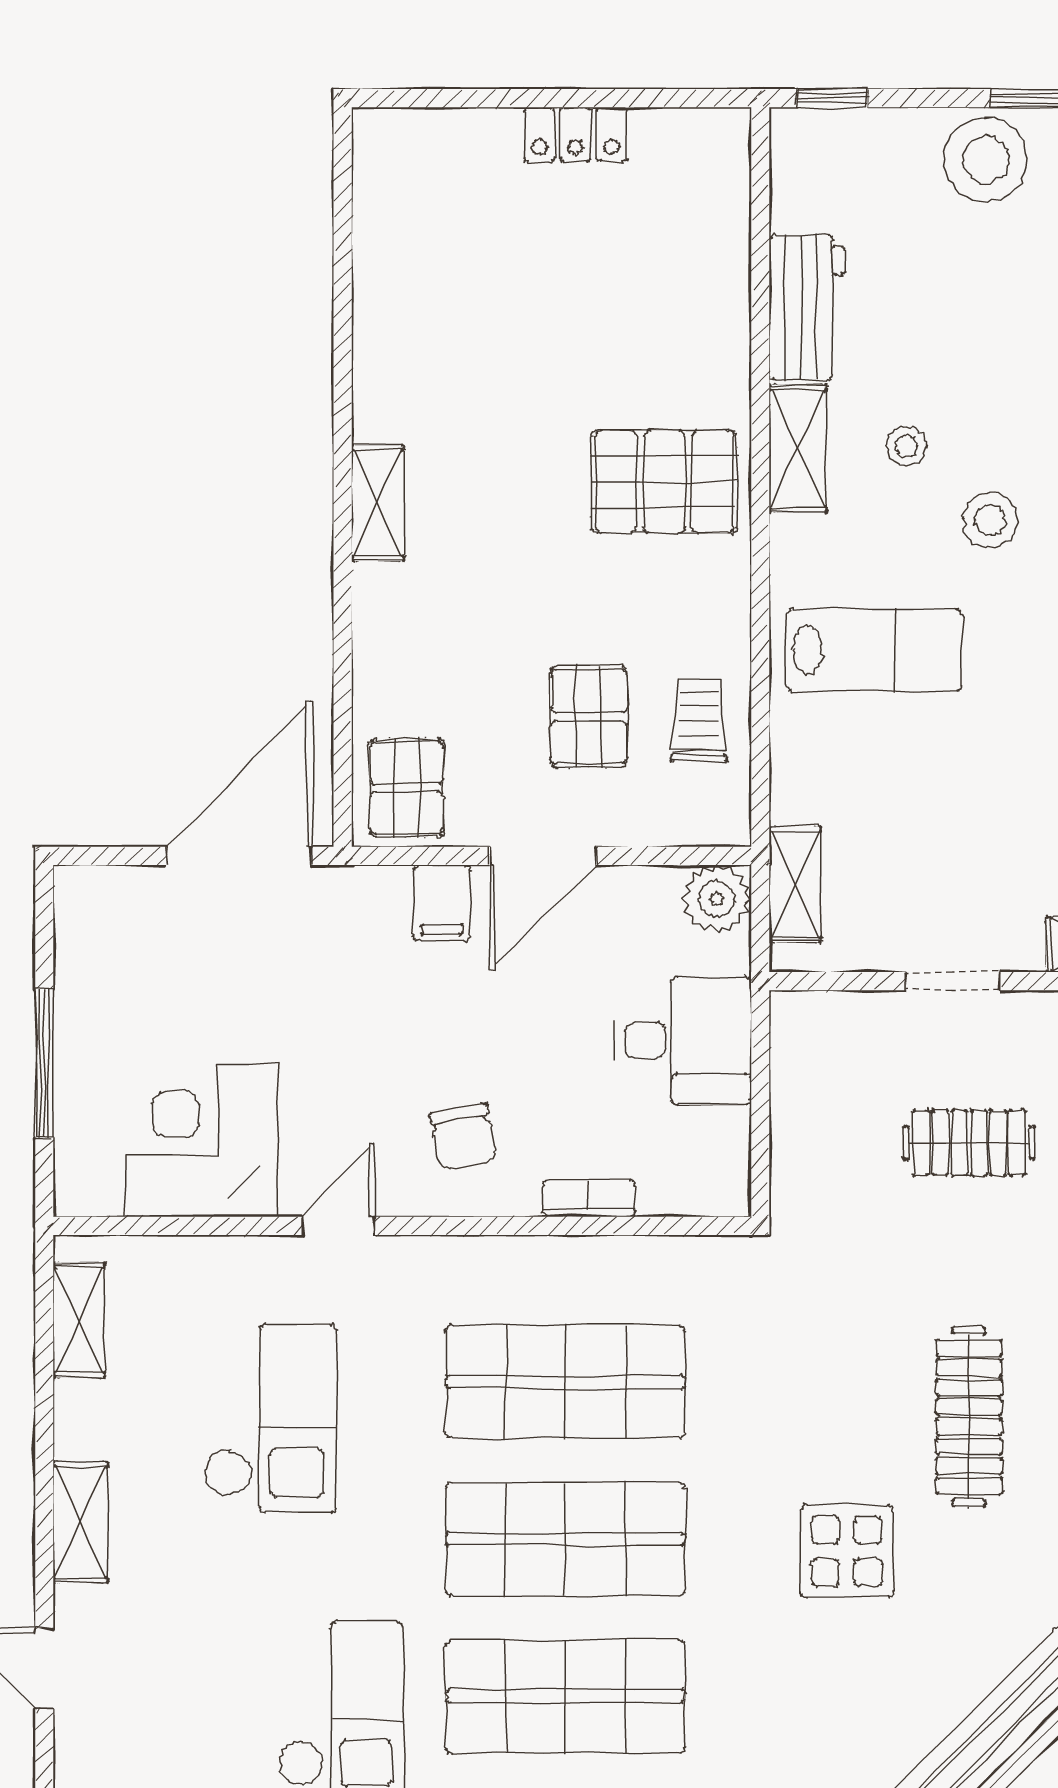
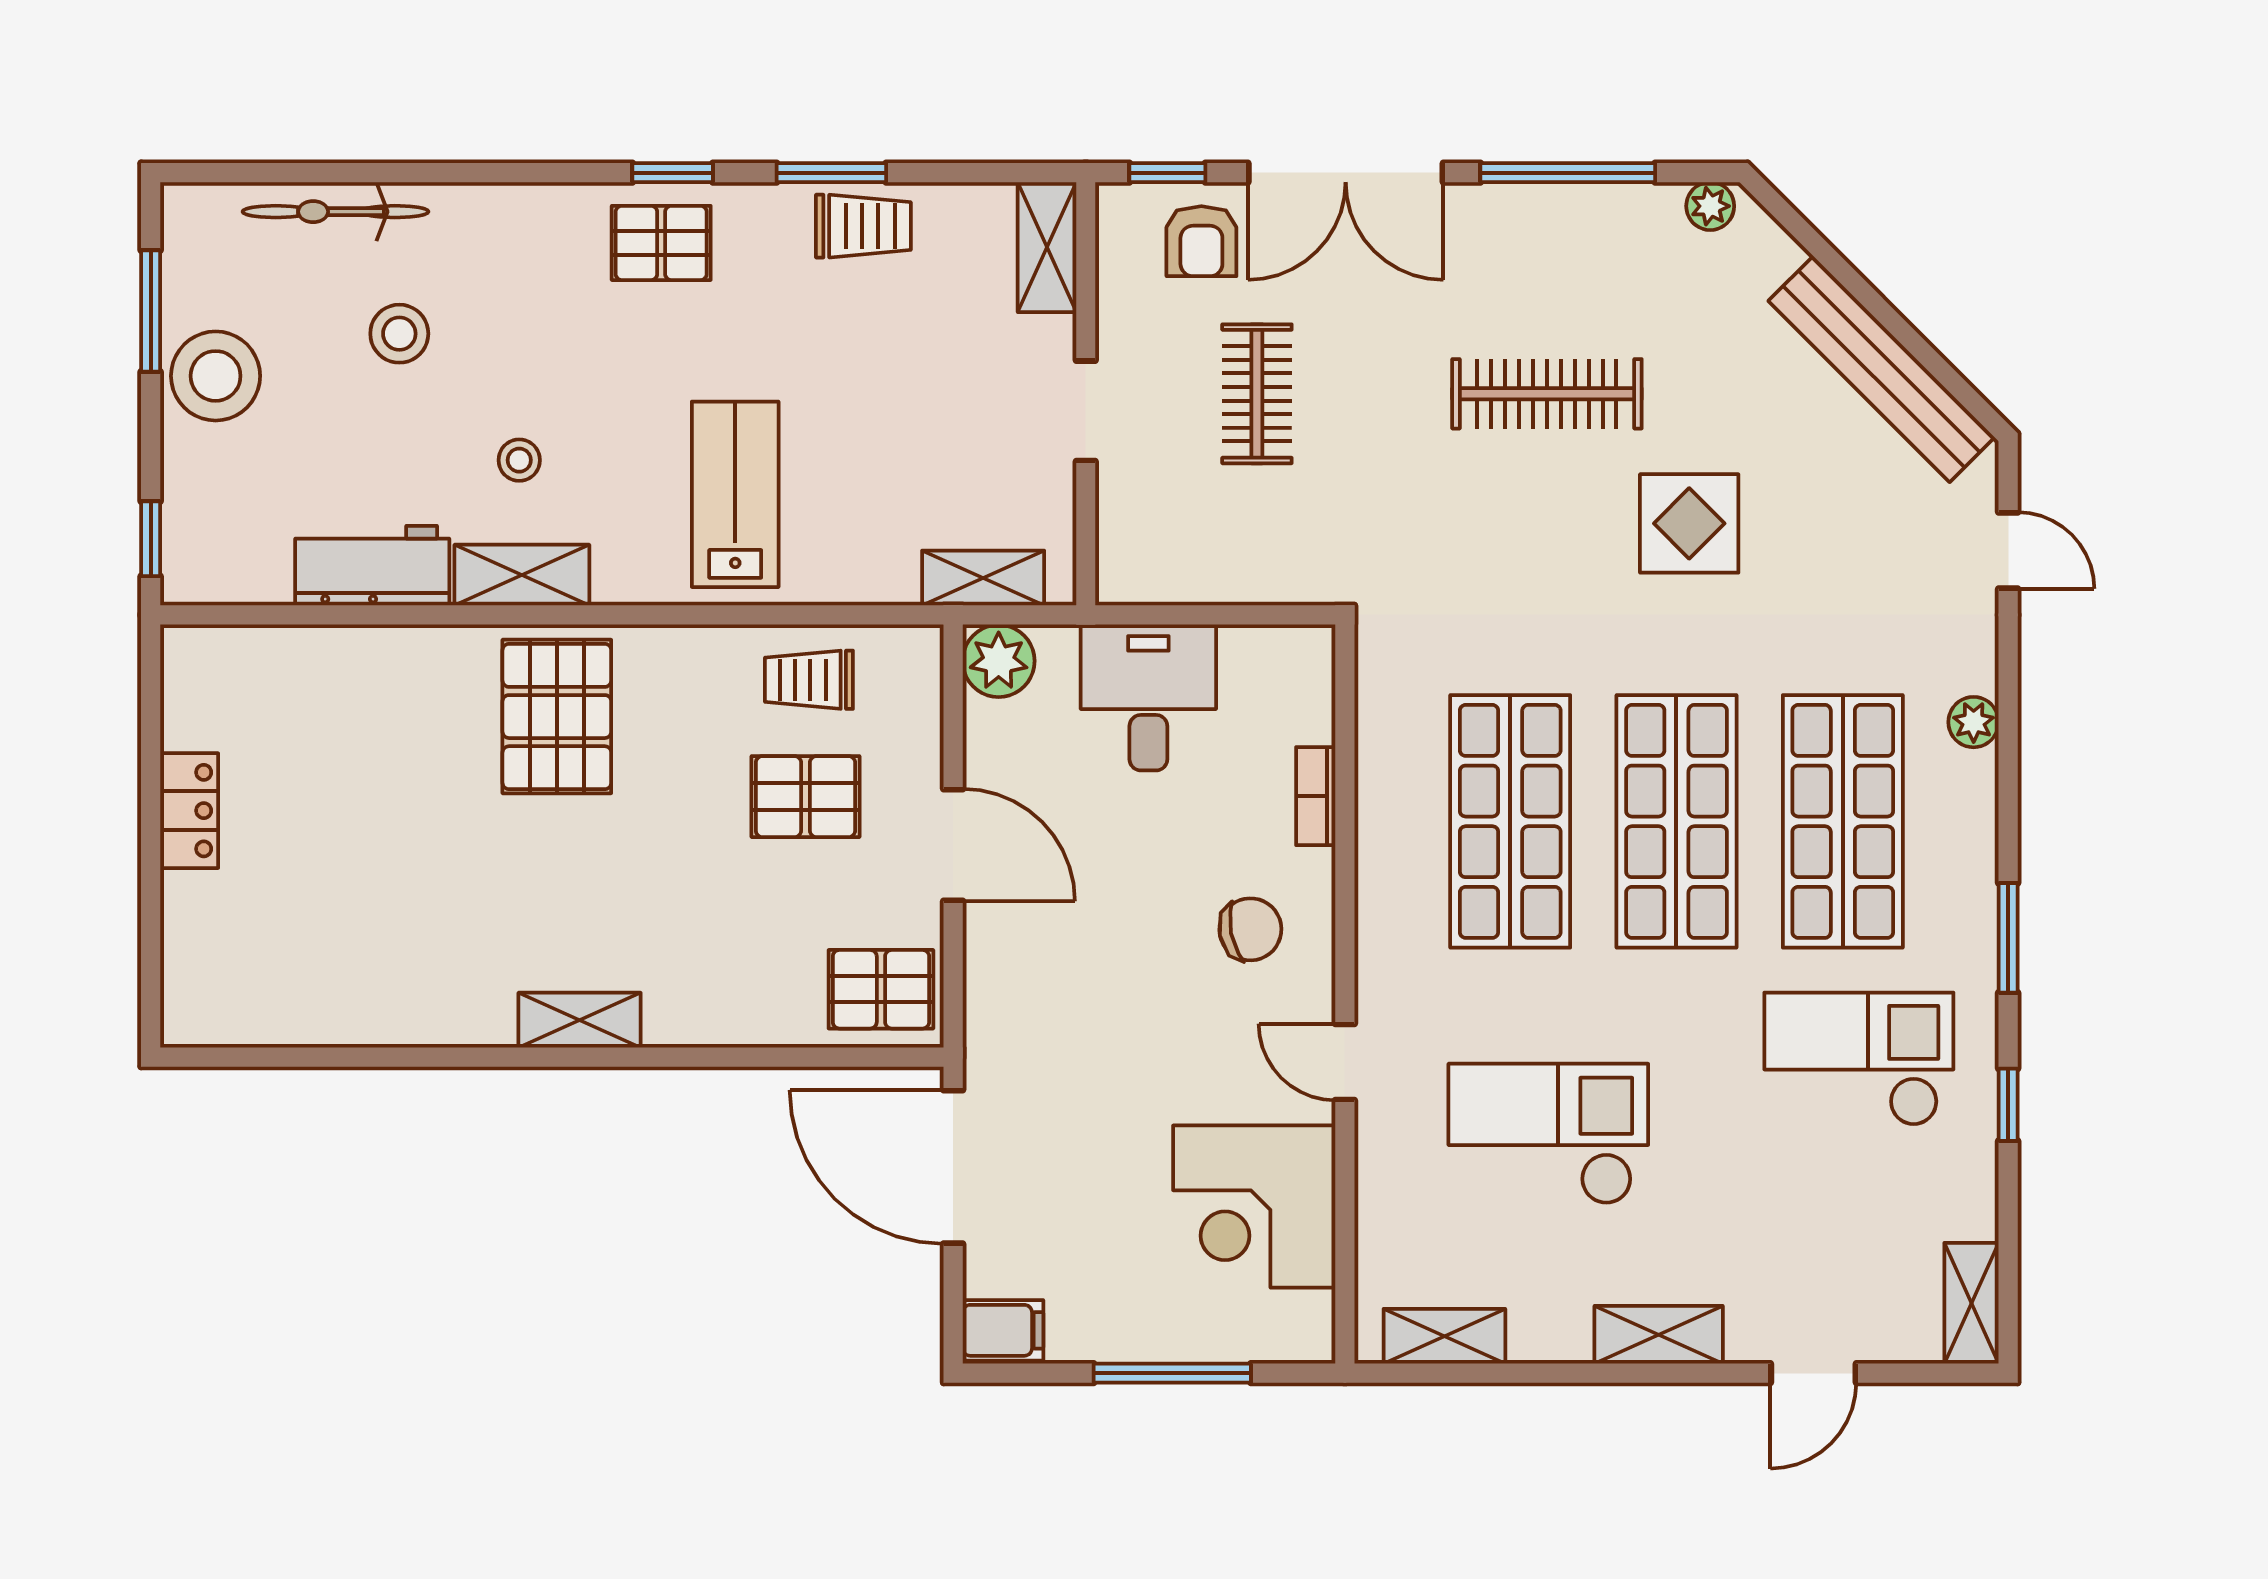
stool: (990, 520) -> (399, 334), moved
filing cabinet: (442, 903) -> (1003, 1330), moved

